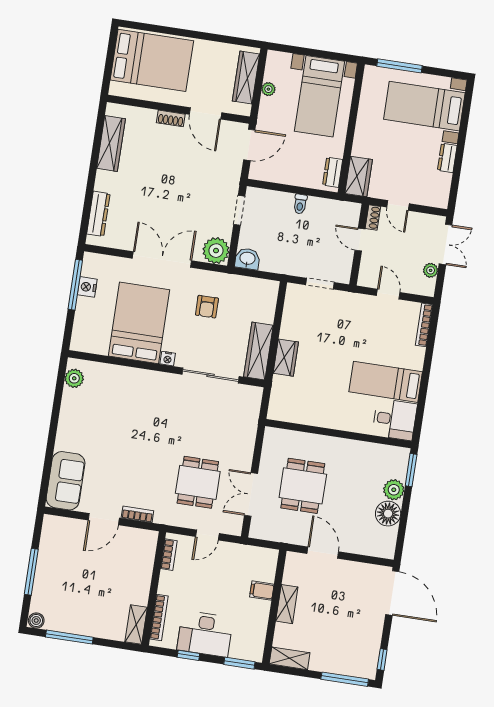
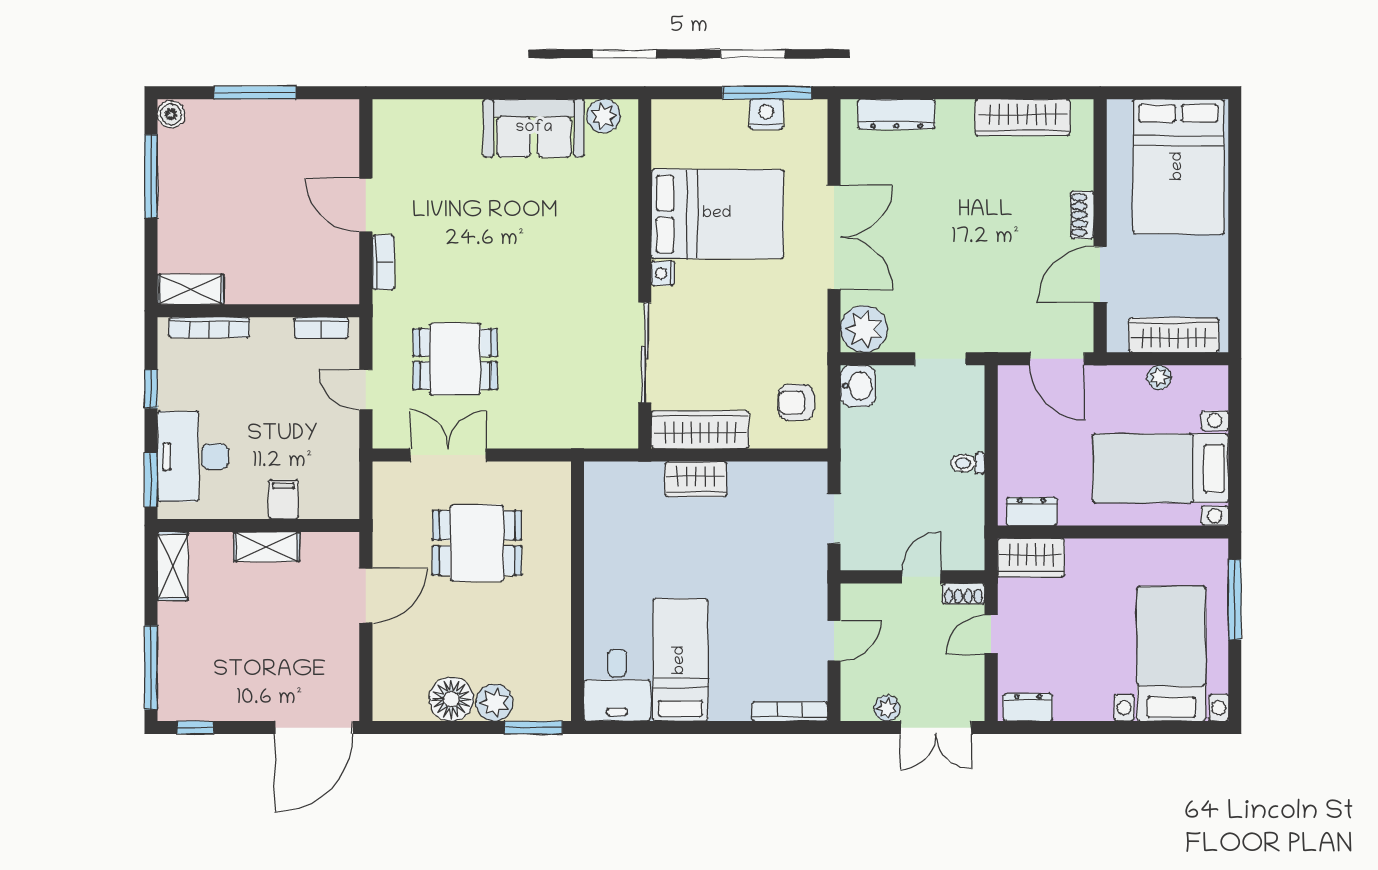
dresser: (447, 158) -> (1028, 707), moved
armchair: (207, 307) -> (796, 402), moved
sofa: (66, 481) -> (534, 128), moved
desk: (205, 634) -> (193, 456), moved

